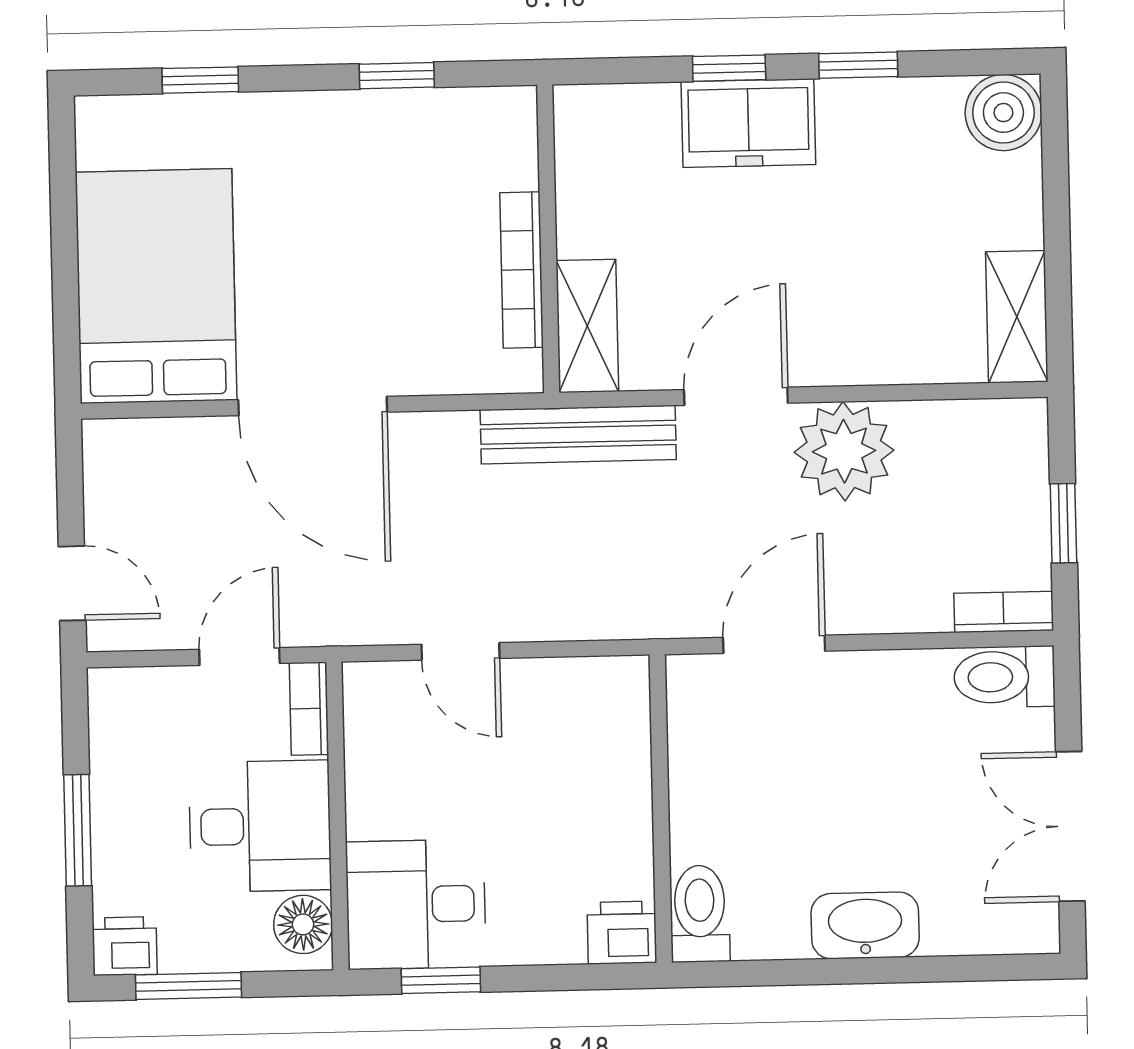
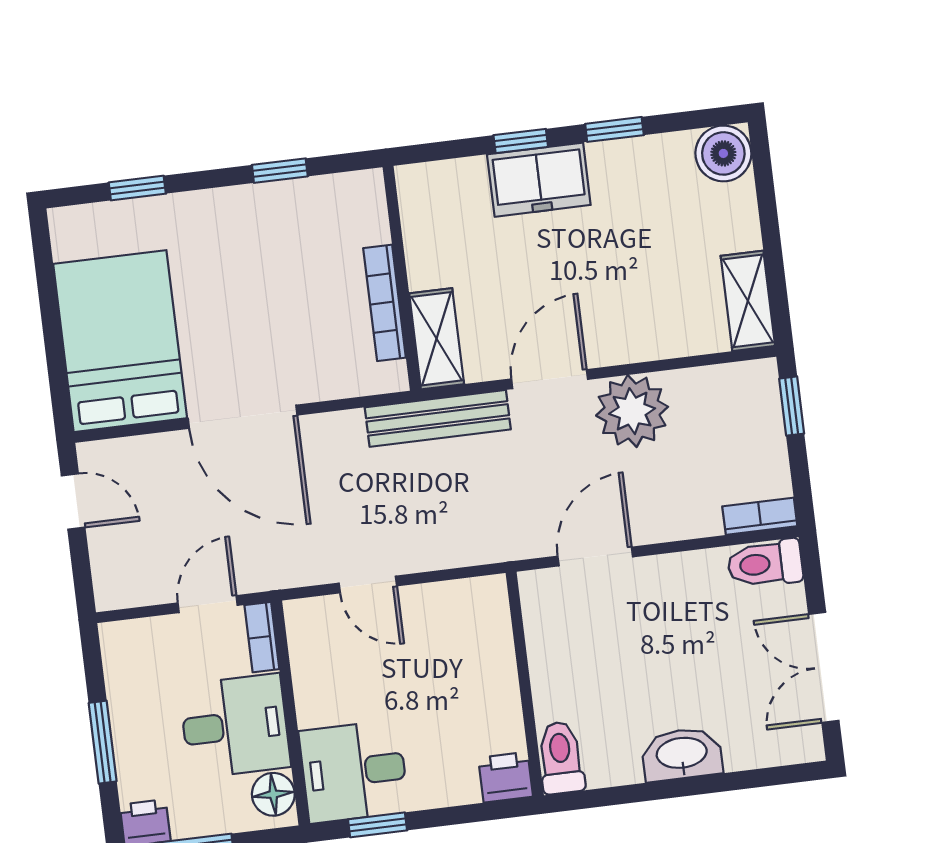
window: (1063, 523) -> (792, 406), moved
door: (72, 583) -> (73, 501), moved

